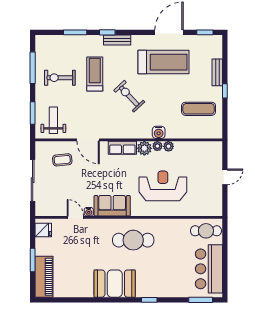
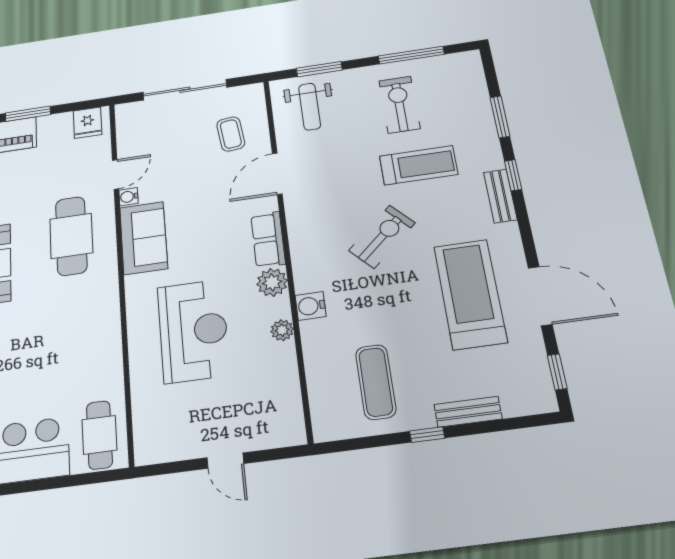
treadmill: (163, 62) -> (470, 294), turned 180
weight bench: (53, 120) -> (310, 107), turned 90
plant: (157, 146) -> (280, 308), removed
cafe table: (133, 240) -> (71, 236), moved

